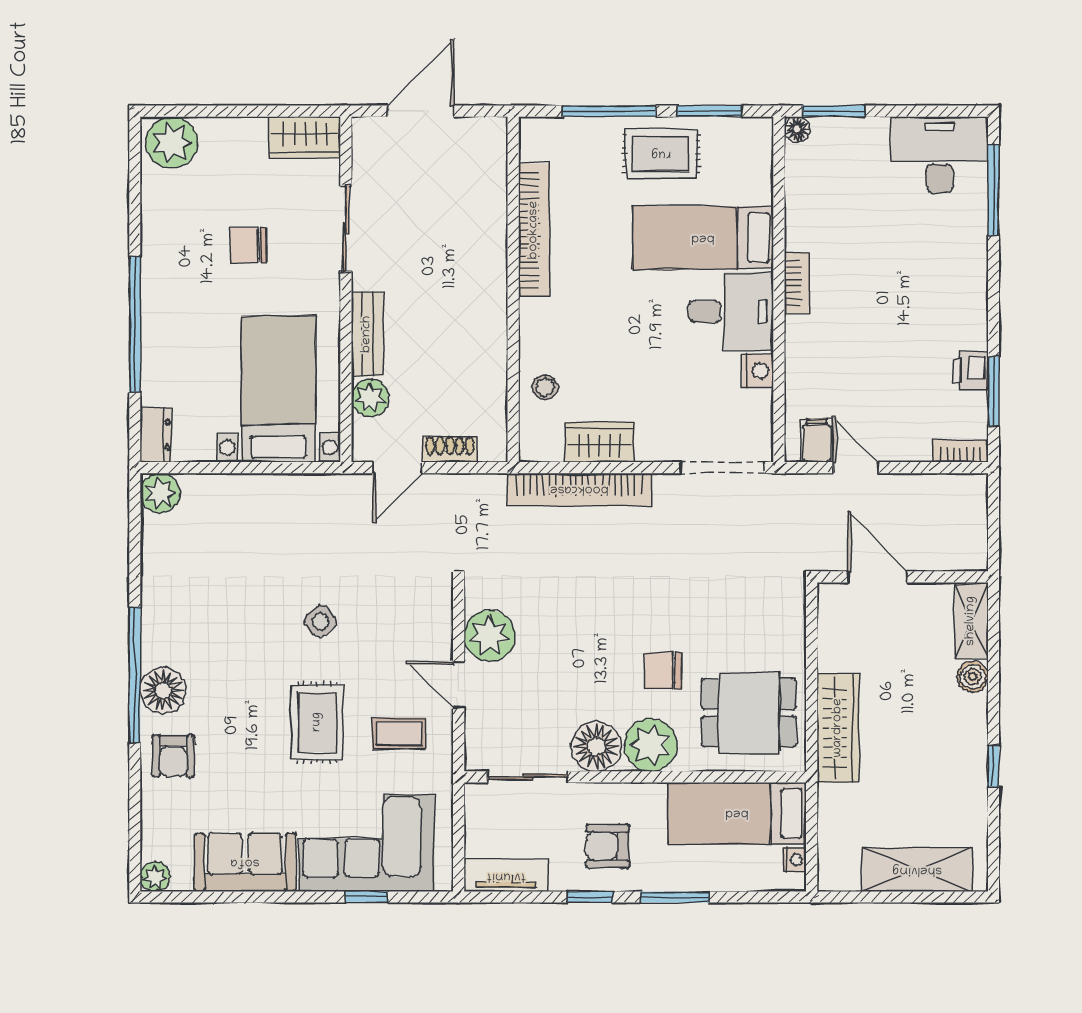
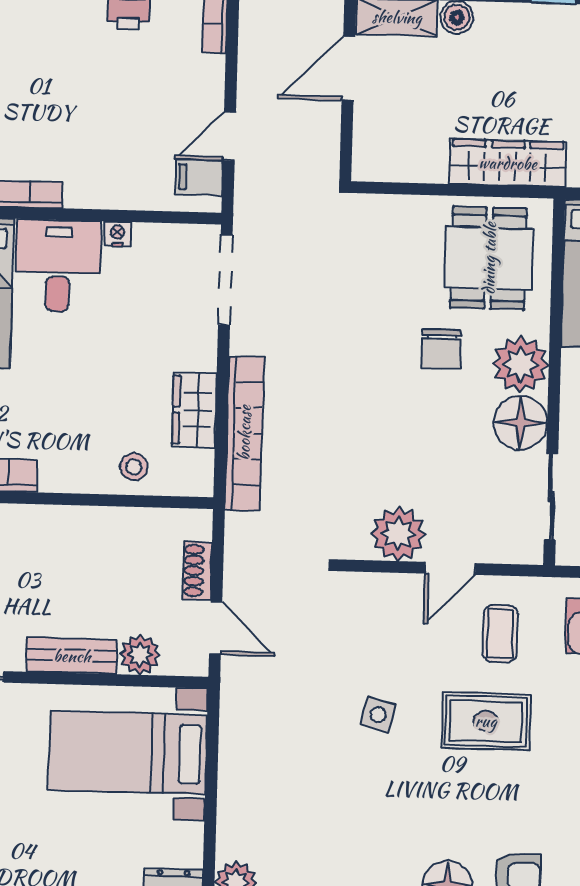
nightstand: (758, 371) -> (117, 234), width x0.72, depth x0.74
door: (877, 577) -> (348, 69), moved
side table: (320, 621) -> (378, 715), turned -35

